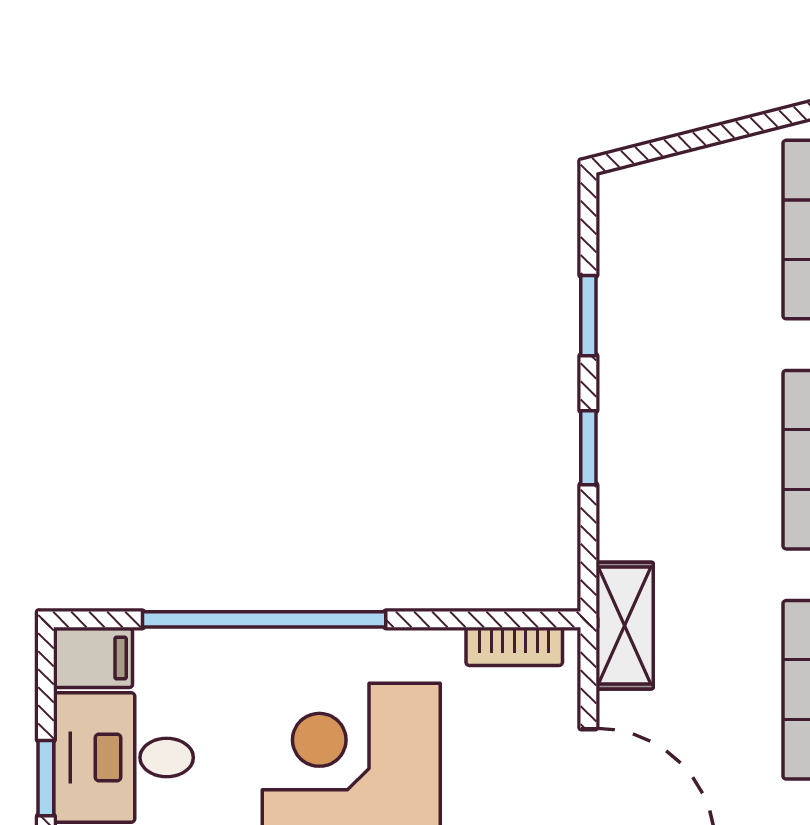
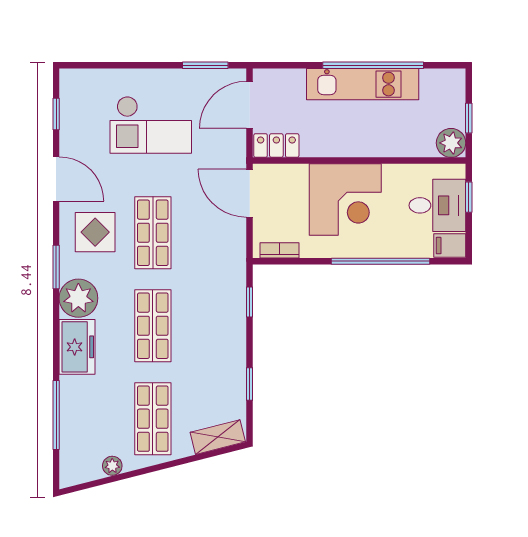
window: (588, 448) -> (250, 302), moved
shelving: (625, 626) -> (218, 437), moved, turned 76

